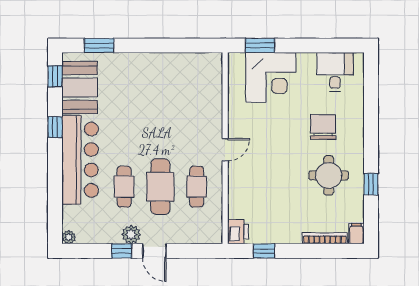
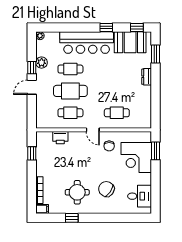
dresser: (137, 60) -> (147, 77), added
cafe table: (197, 110) -> (117, 113), added
chair: (252, 122) -> (109, 146), added
chair: (323, 127) -> (106, 189), turned -145
printer: (238, 232) -> (60, 138), moved
plant: (131, 235) -> (42, 63), moved

